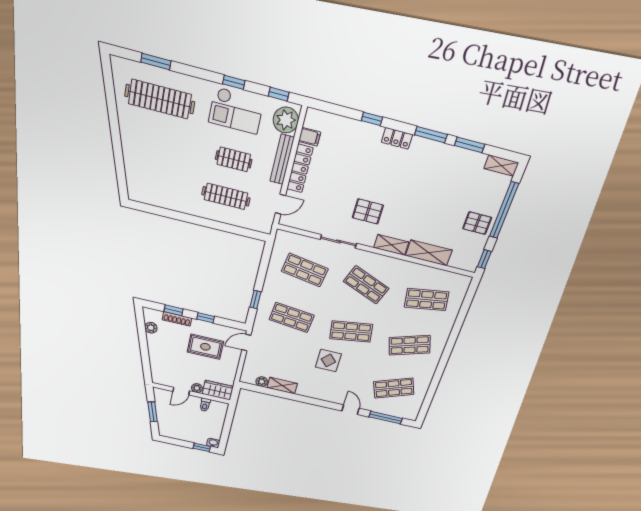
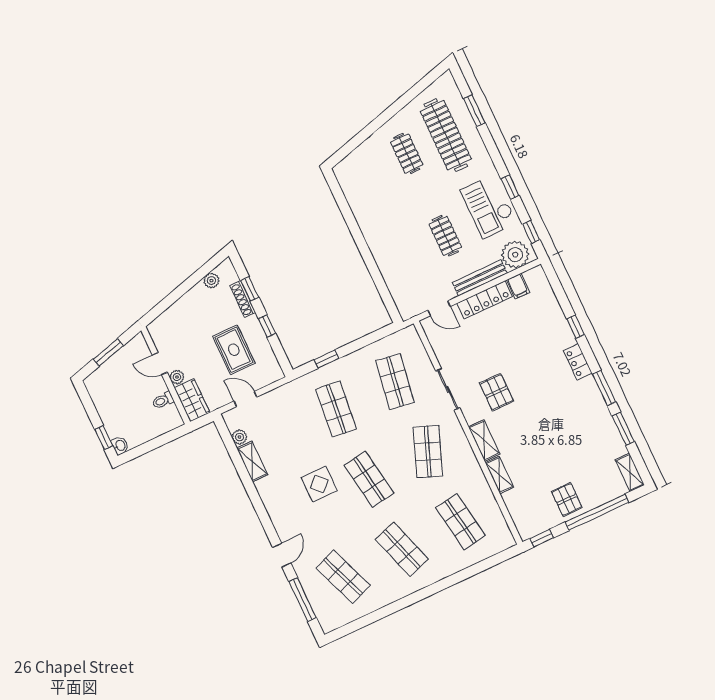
clothes rail: (226, 196) -> (407, 153), moved, width x0.73
shelving: (429, 253) -> (499, 475), width x0.67, depth x0.75
door: (246, 343) -> (245, 399), moved

